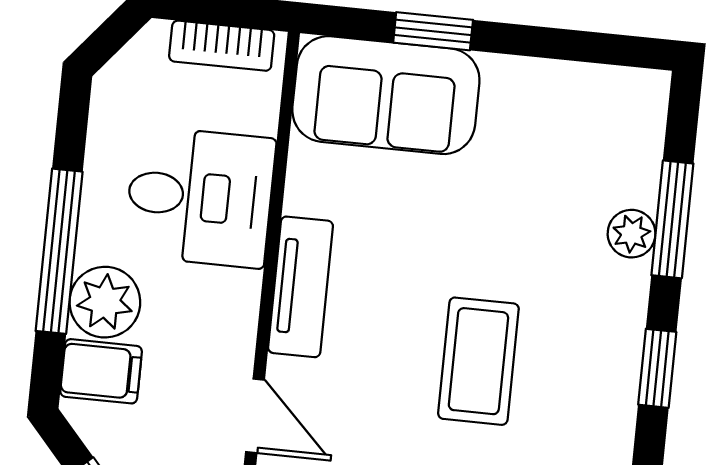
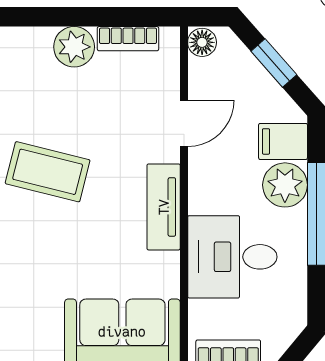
coffee table: (478, 361) -> (48, 172), turned -76
door: (255, 416) -> (184, 123), swing flipped

